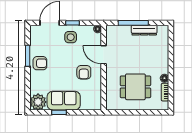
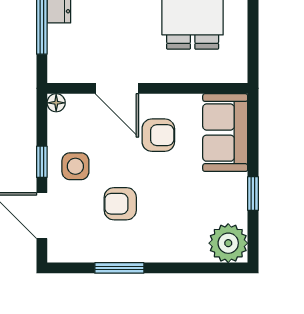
door: (104, 55) -> (117, 88), hinge flipped
armchair: (40, 63) -> (120, 204), moved, turned -90
sofa: (64, 101) -> (225, 133), moved

